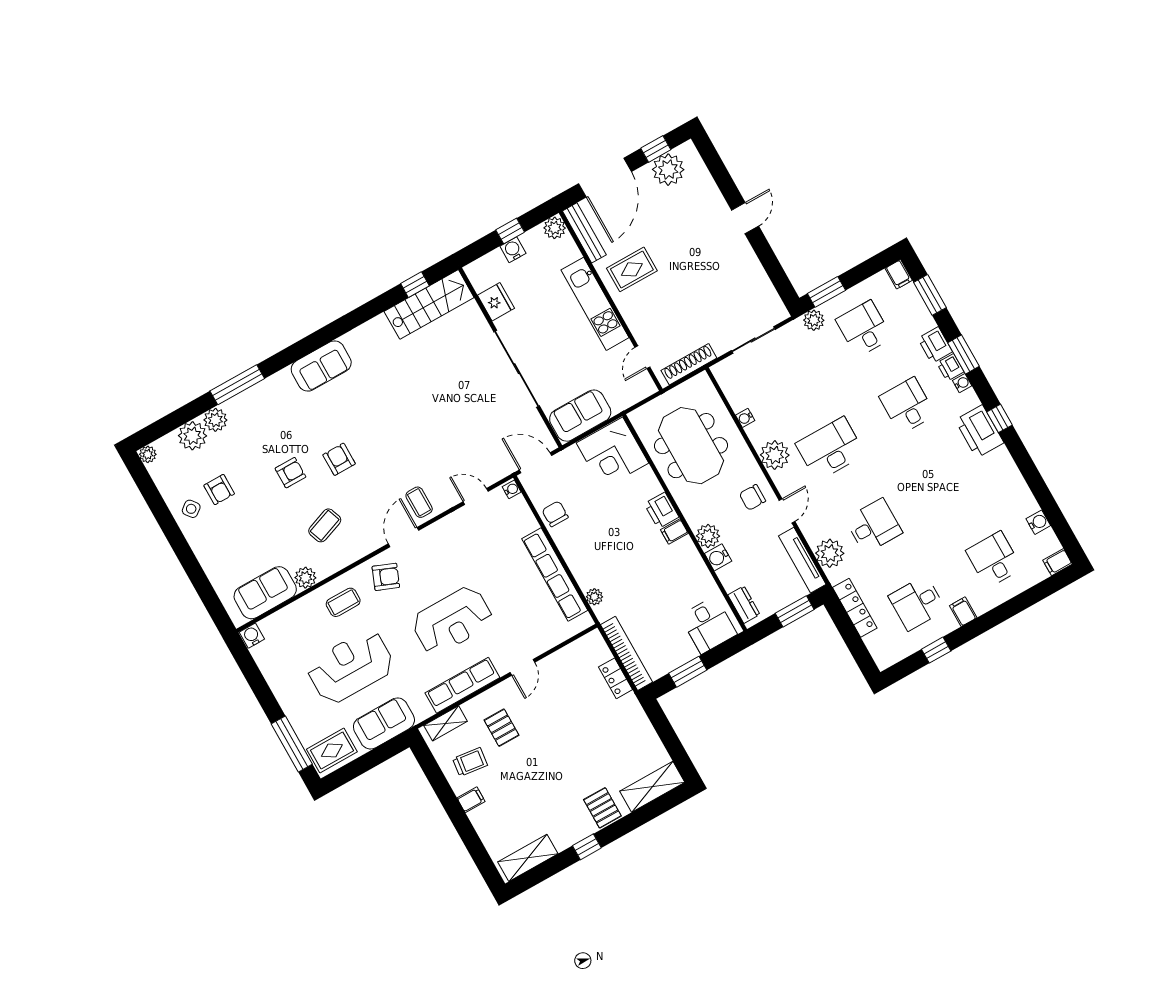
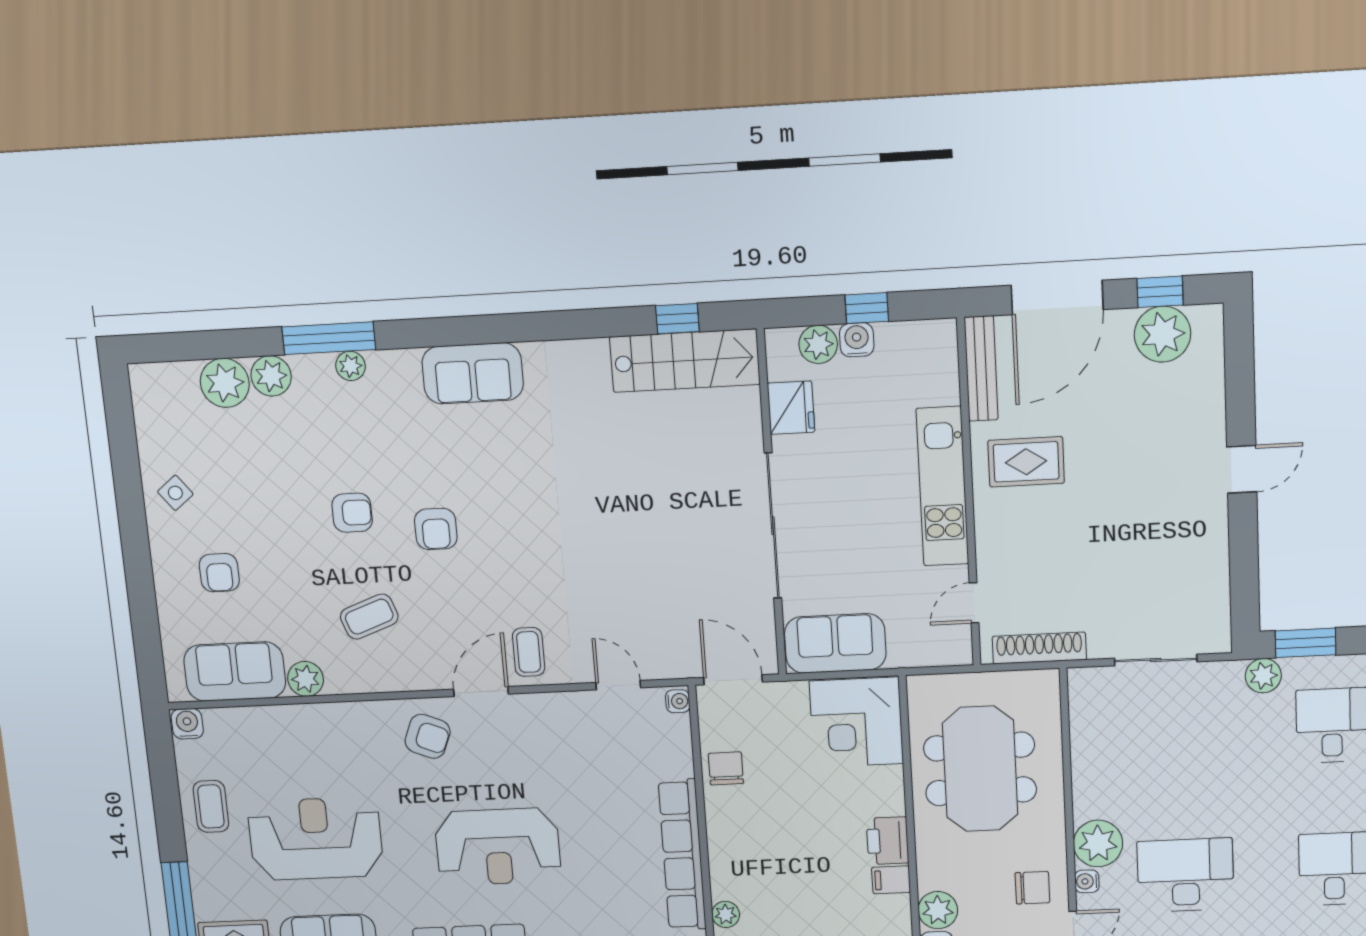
plant: (555, 228) -> (818, 344), moved
water cooler: (745, 418) -> (1087, 881), moved
plant: (148, 454) -> (350, 366), moved
armchair: (339, 459) -> (436, 529), turned 180
armchair: (219, 490) -> (219, 573), moved
chair: (752, 497) -> (1032, 888), turned 180
coffee table: (343, 602) -> (211, 806), moved, turned 90

